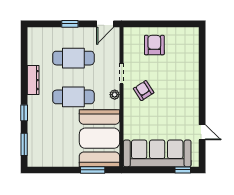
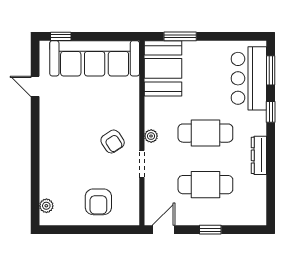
plant: (194, 42) -> (46, 206), added
bar counter: (41, 138) -> (249, 78), added
booth: (99, 138) -> (163, 68), width x0.73, depth x0.70

